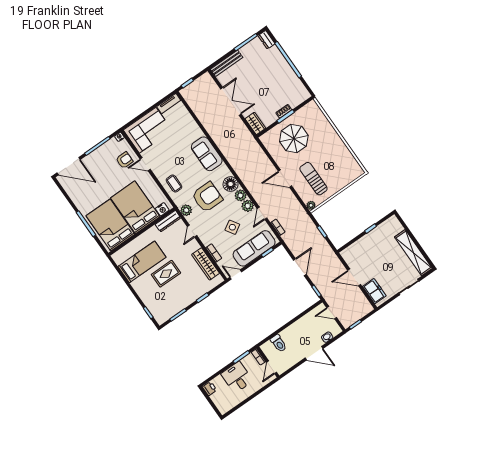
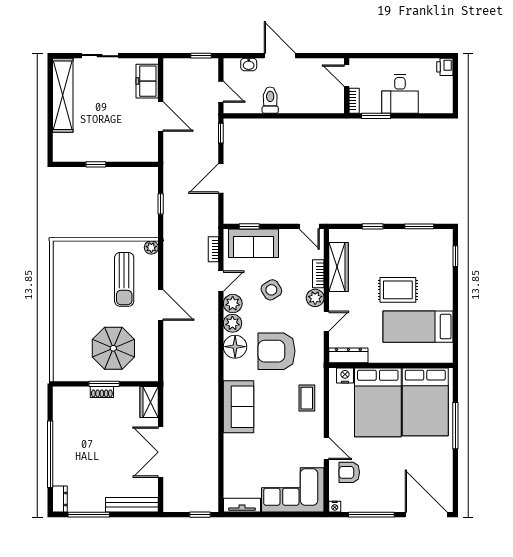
plant: (186, 210) -> (315, 298), moved
sofa: (254, 248) -> (254, 243), width x0.73
toilet: (279, 343) -> (270, 100), moved
door: (272, 367) -> (347, 76), swing flipped
printer: (210, 389) -> (445, 67), moved

